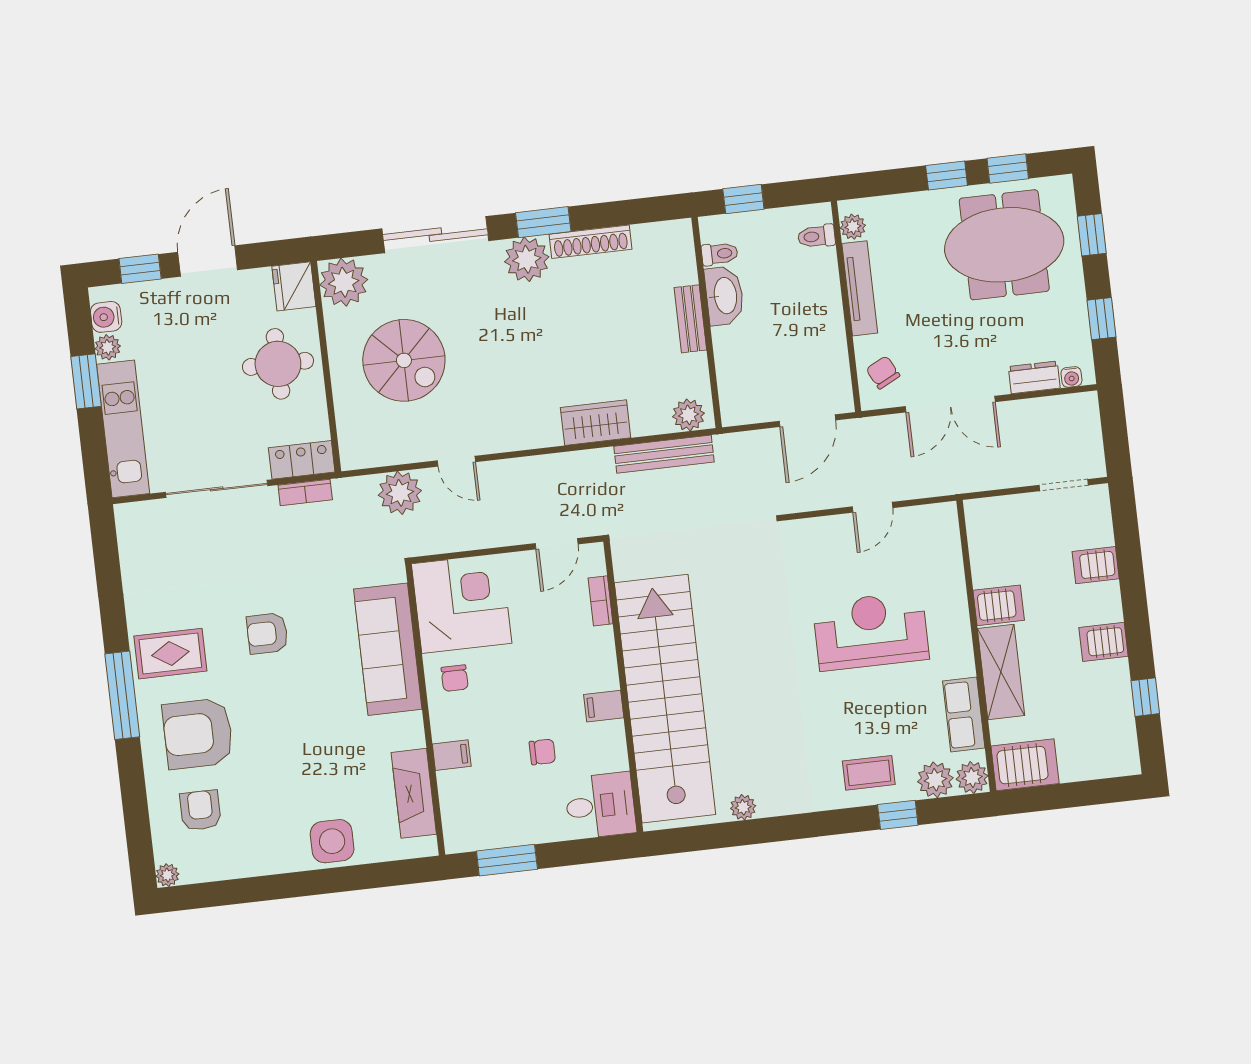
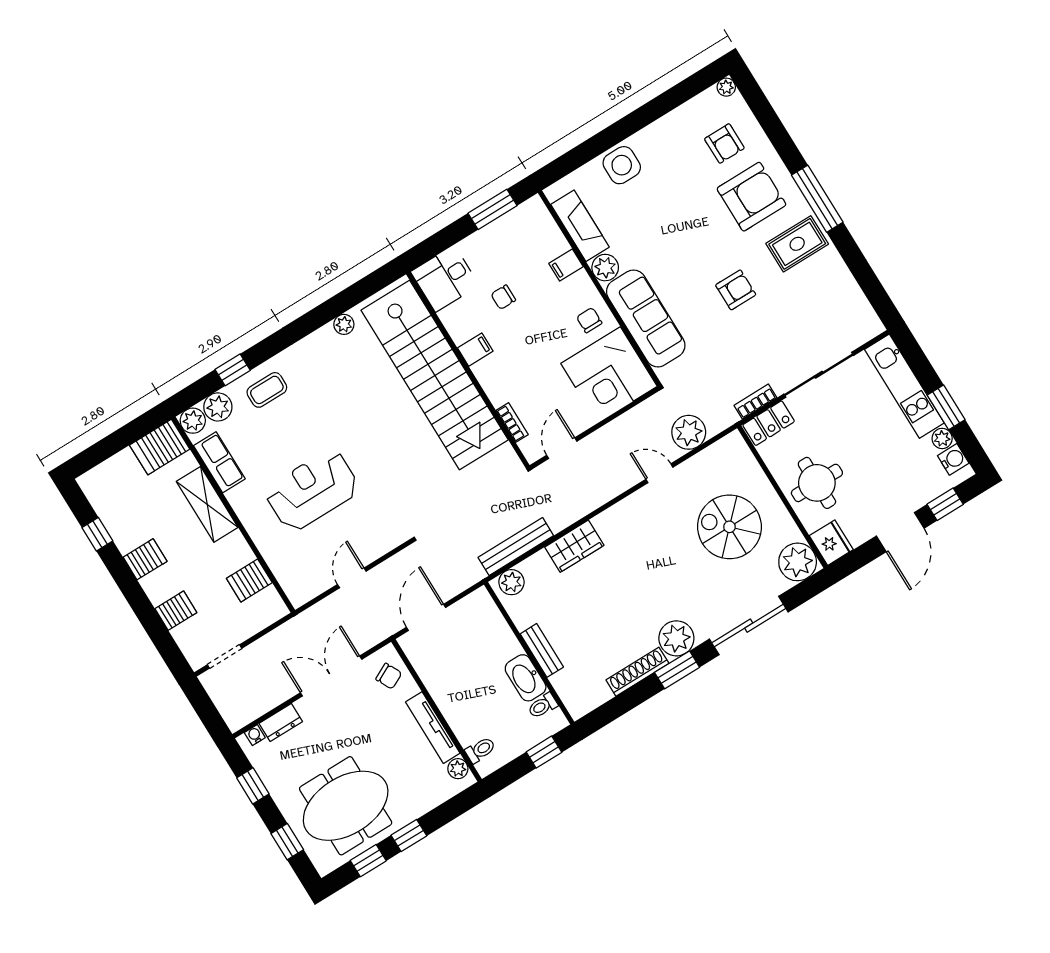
server rack: (999, 605) -> (249, 580), moved
reception desk: (871, 631) -> (312, 490), turned 180
plant: (407, 731) -> (605, 268), added

